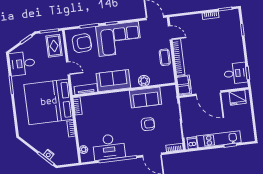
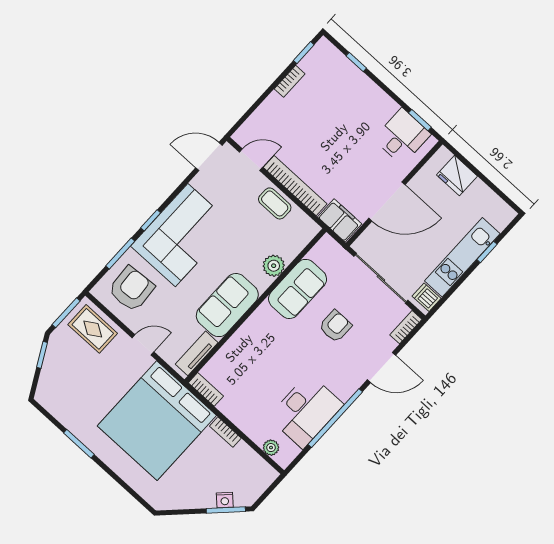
desk: (22, 64) -> (67, 397), removed
fridge: (238, 98) -> (457, 175), moved, turned 90

